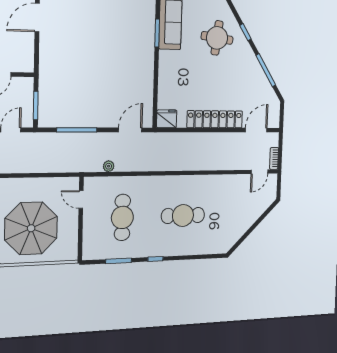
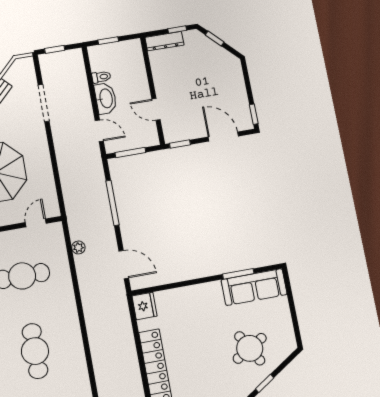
round table: (217, 38) -> (250, 348), turned -37
window: (37, 59) -> (180, 144), added

